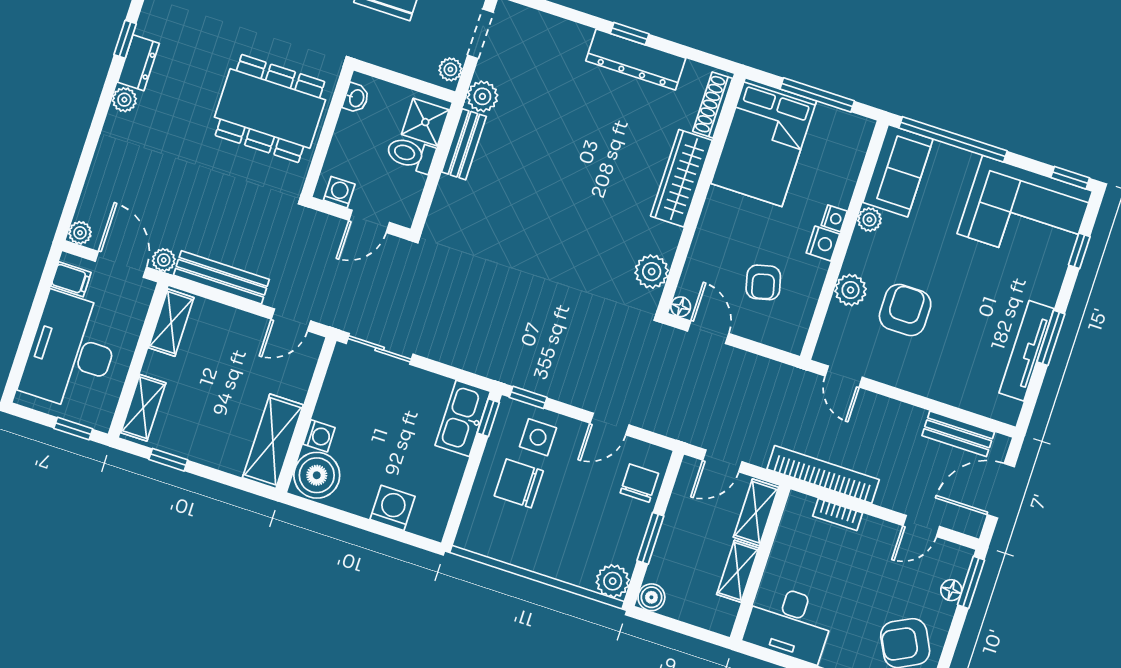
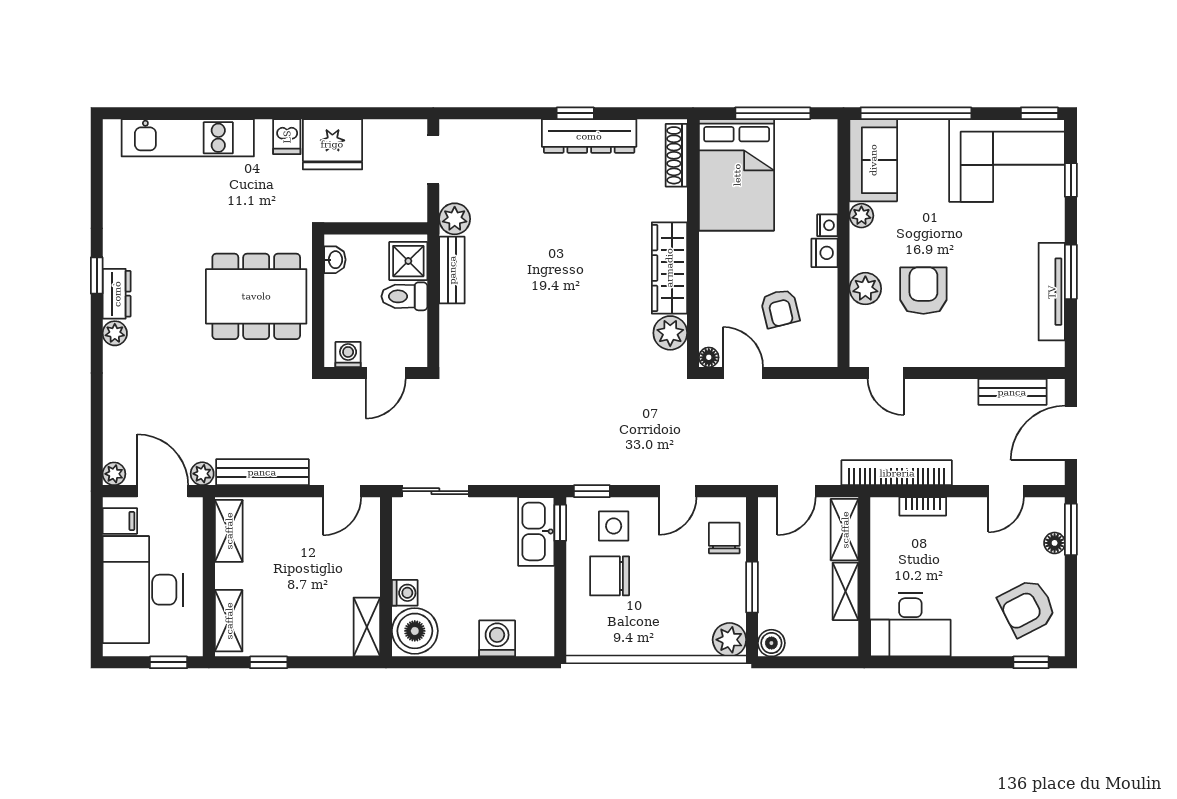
plant: (450, 69) -> (416, 203), removed
wardrobe: (681, 178) -> (669, 268), moved
shelving: (273, 441) -> (367, 627), width x0.67, depth x0.75

